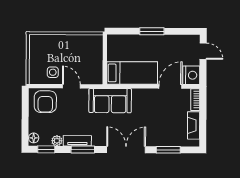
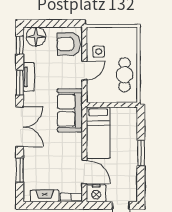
cafe table: (76, 47) -> (124, 75), added
floor lamp: (34, 138) -> (36, 37), width x1.89, depth x1.89
plant: (57, 141) -> (29, 56), removed

